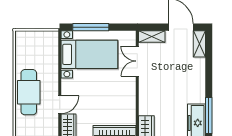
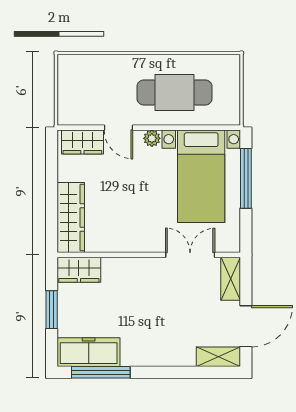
plant: (66, 84) -> (152, 138), added
cafe table: (29, 92) -> (175, 92), moved

